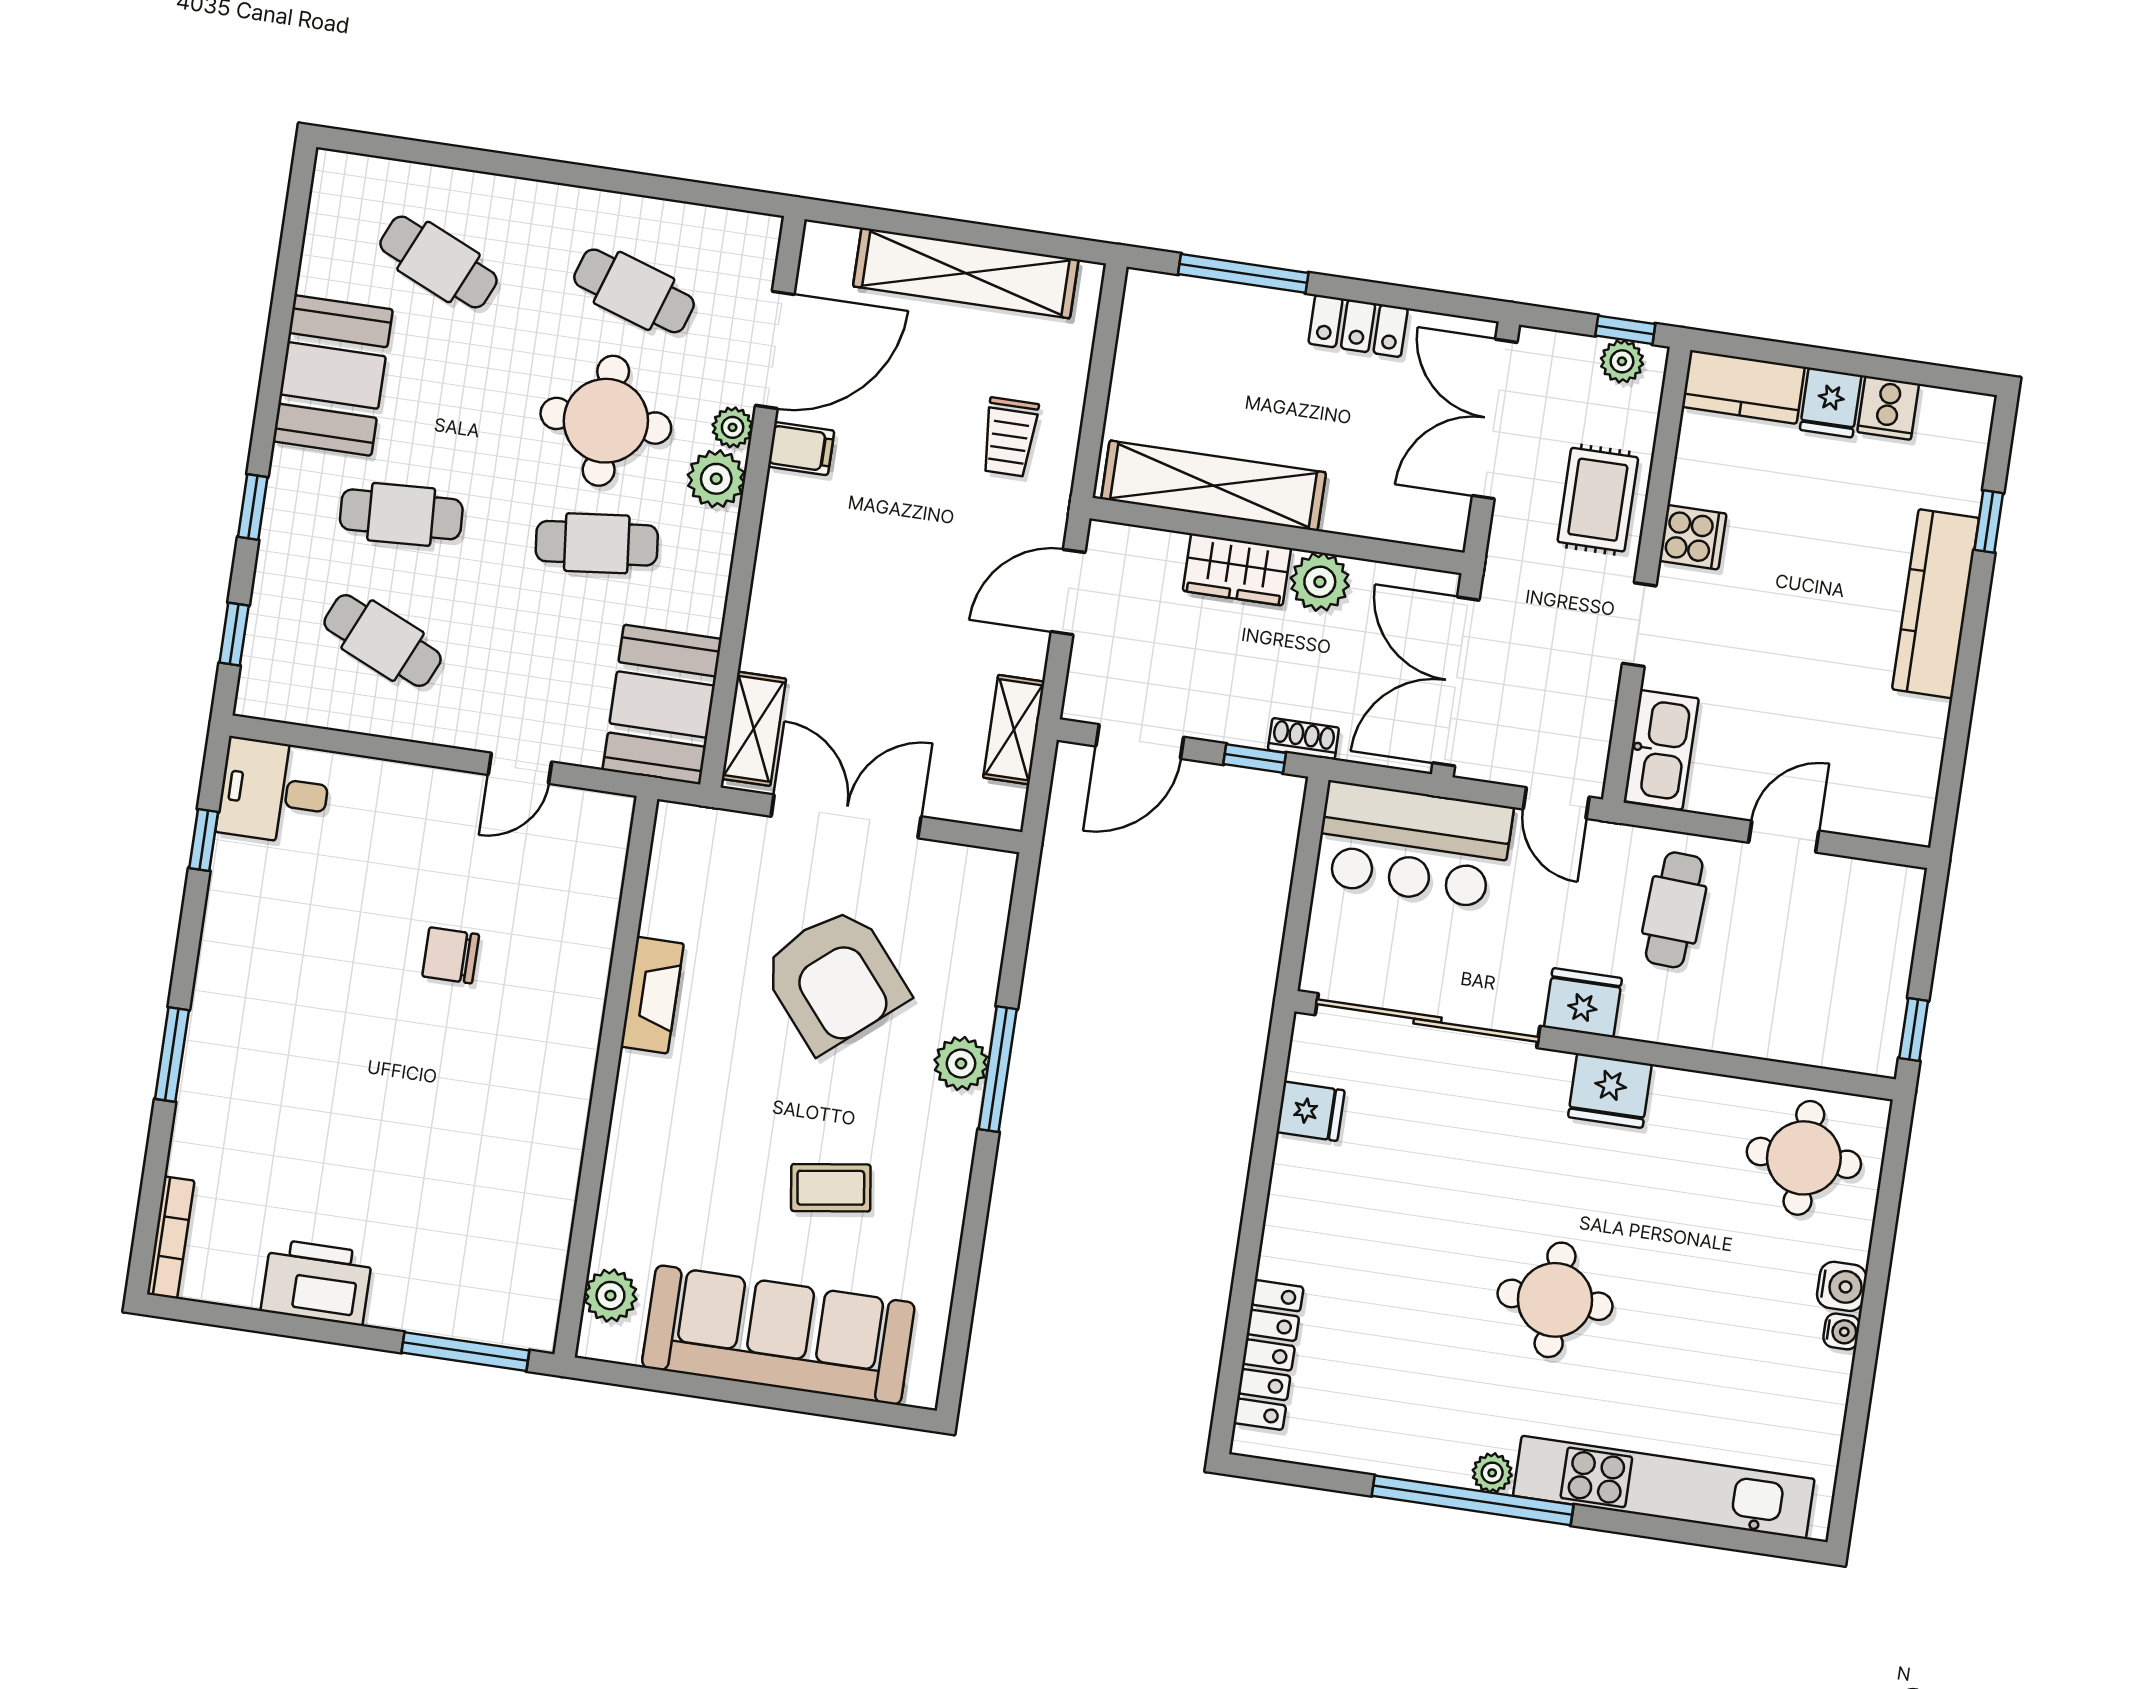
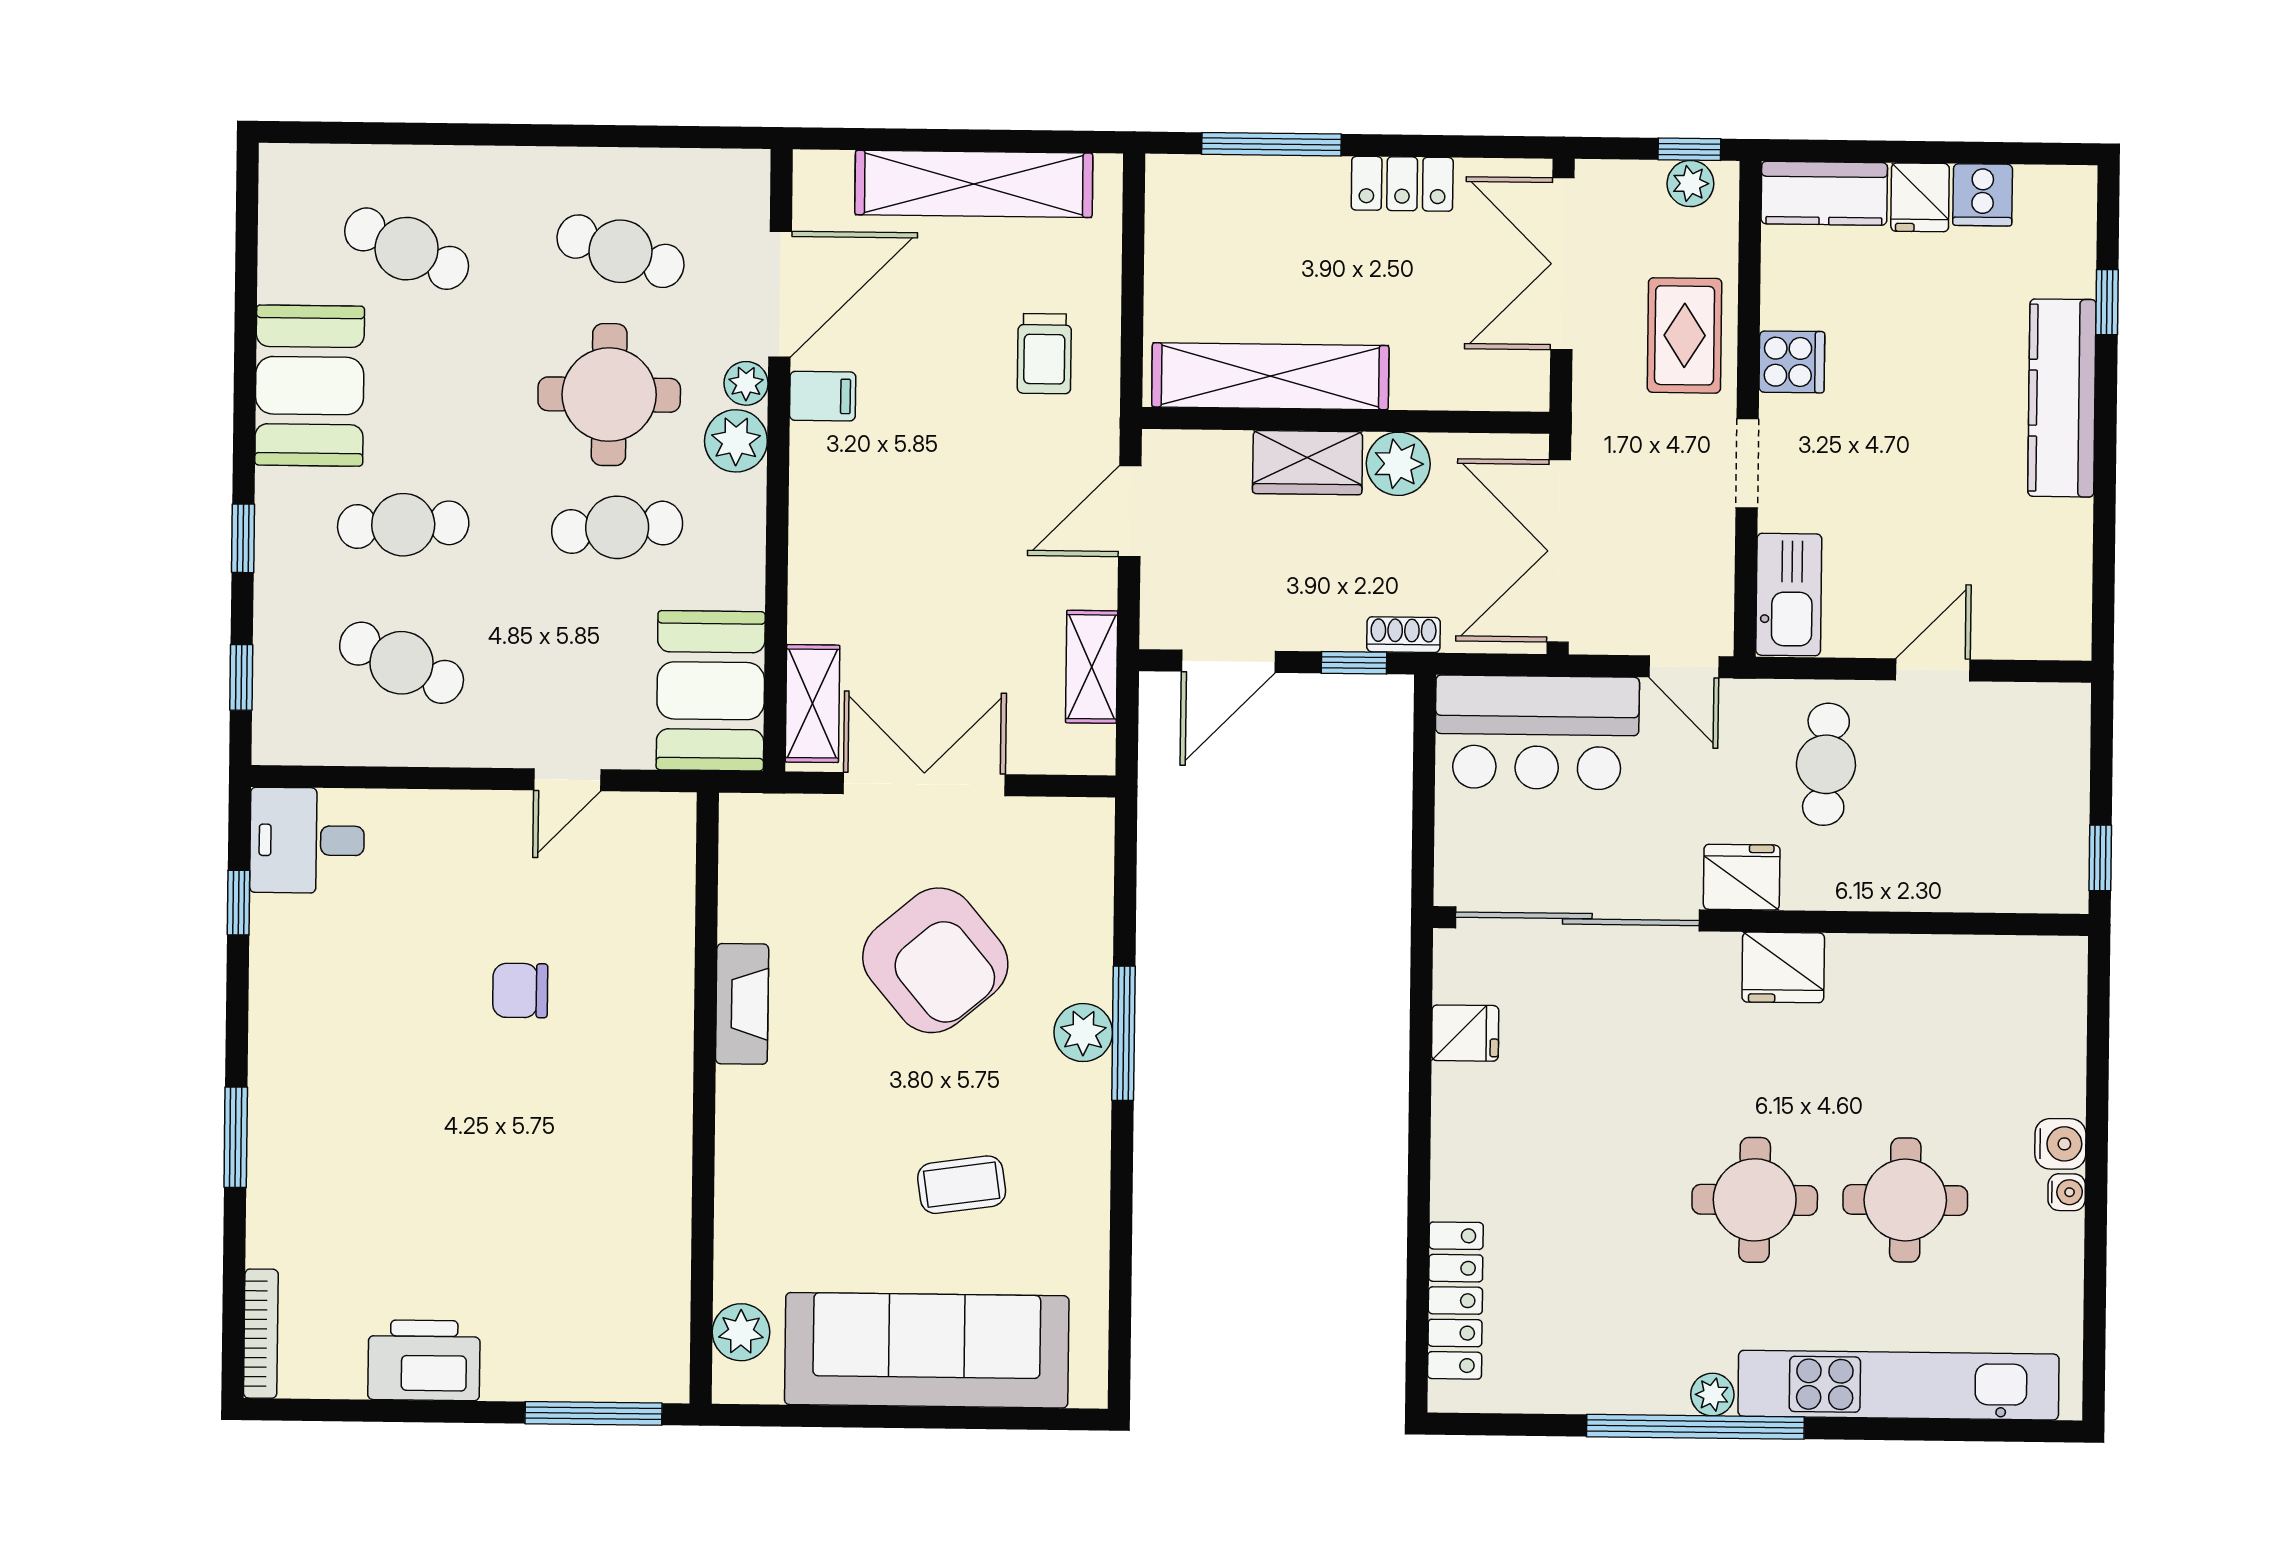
round table: (1804, 1158) -> (1905, 1200), moved

